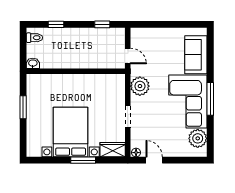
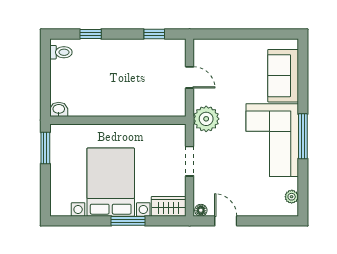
washbasin: (33, 63) -> (59, 109), moved
wall: (76, 71) -> (118, 120), moved
plant: (198, 138) -> (292, 197), width x0.53, depth x0.53

